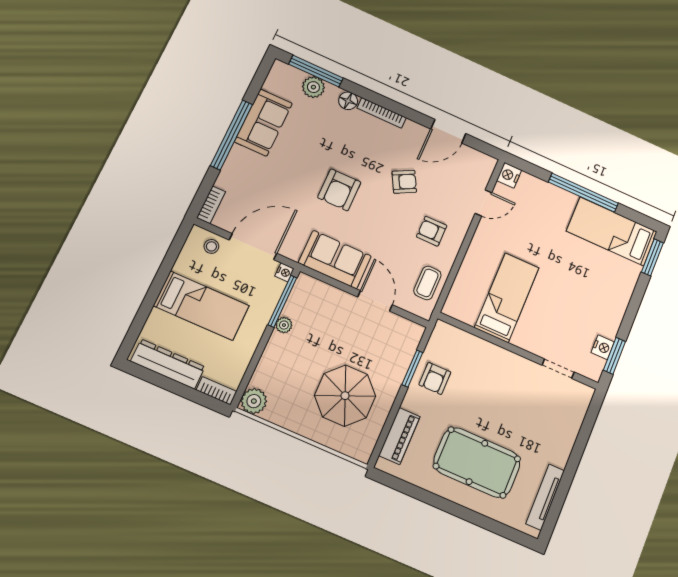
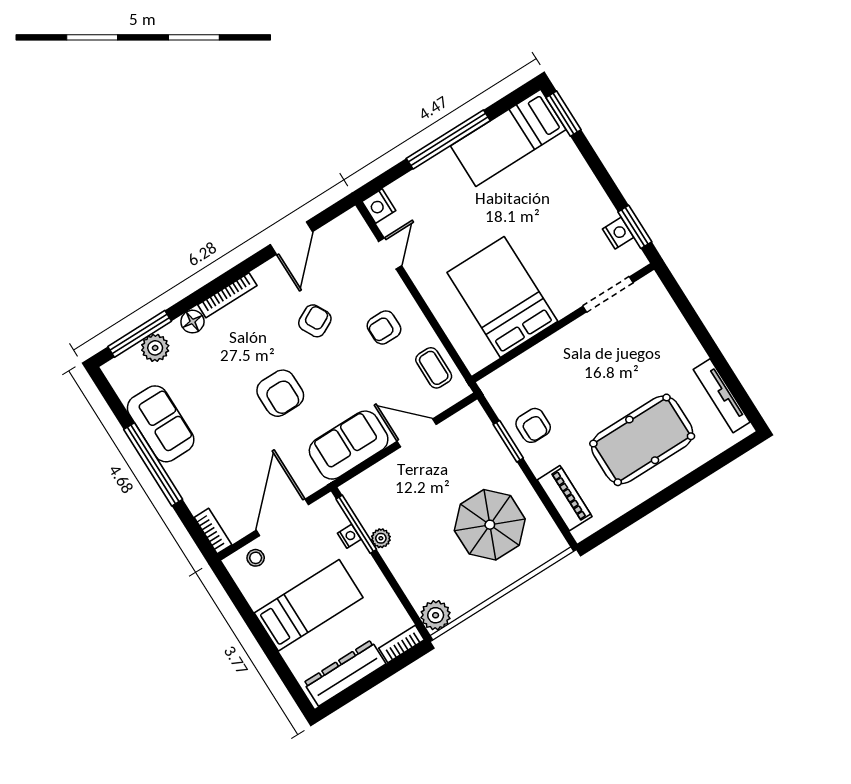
nightstand: (284, 272) -> (349, 536), moved
bed: (507, 298) -> (502, 297), width x1.50
doorway: (558, 369) -> (608, 294), width x1.38

